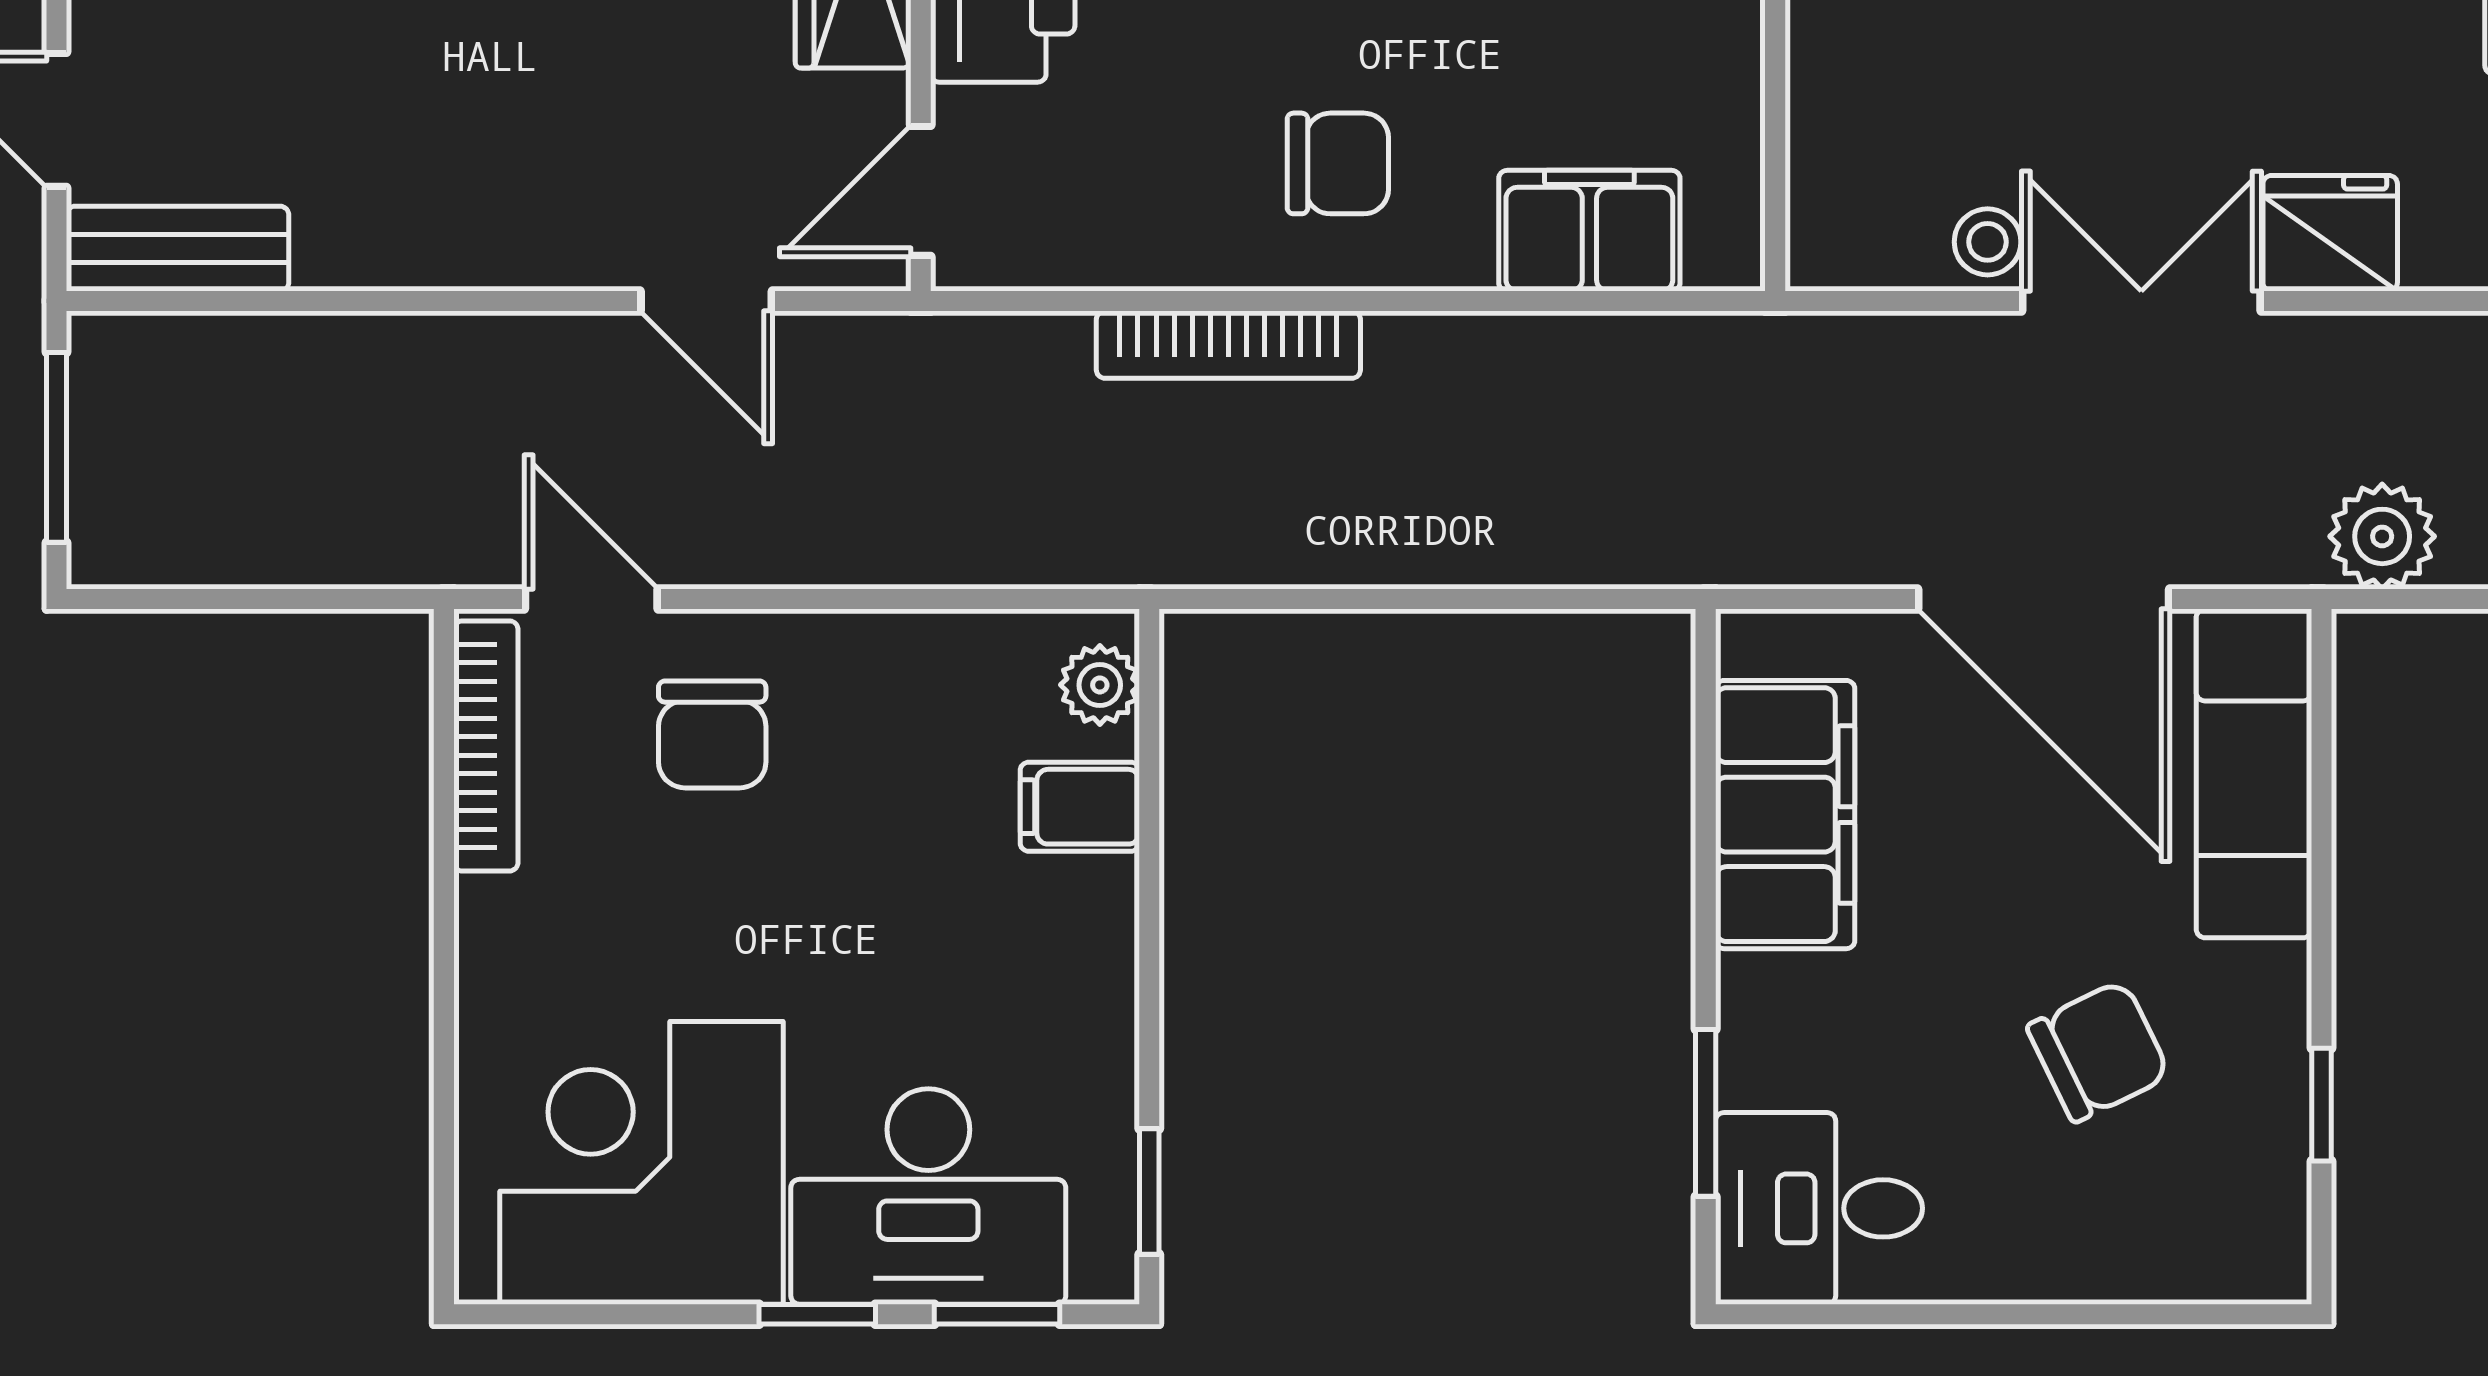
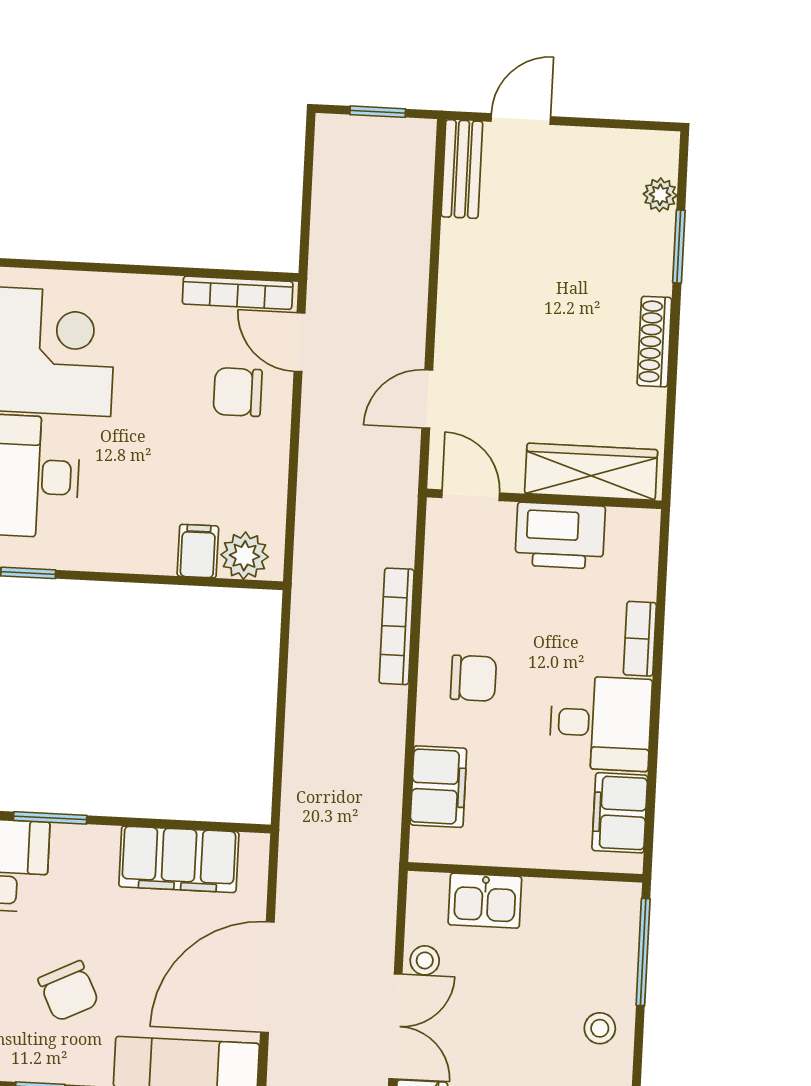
kitchen sink: (1844, 111) -> (485, 901), added
chair: (1338, 163) -> (473, 678), turned -90
window: (56, 447) -> (378, 112), width x0.67
door: (591, 599) -> (300, 342), swing flipped
plant: (1100, 685) -> (245, 556), width x1.38, depth x1.38

